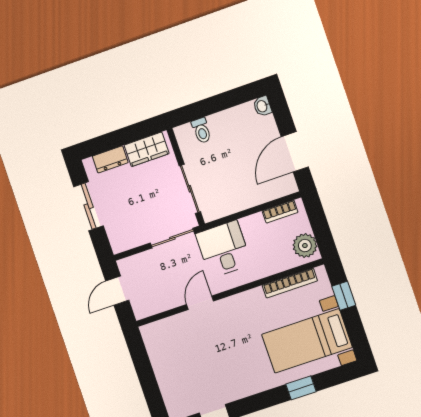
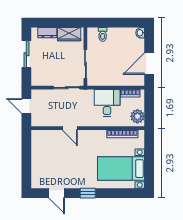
desk: (223, 249) -> (107, 103), moved
door: (117, 291) -> (26, 106), hinge flipped
window: (344, 296) -> (149, 151), removed
door: (200, 303) -> (70, 128), swing flipped
window: (301, 388) -> (88, 193), moved

